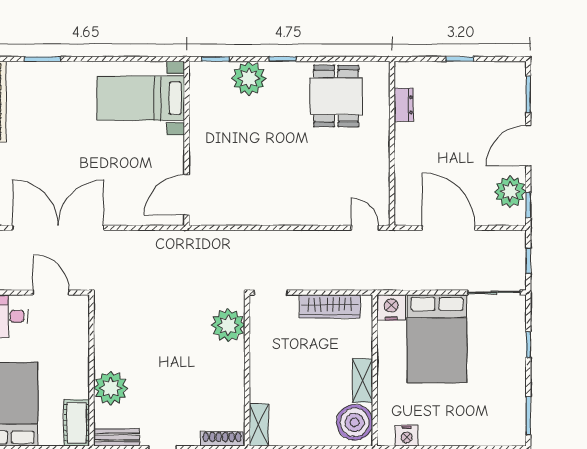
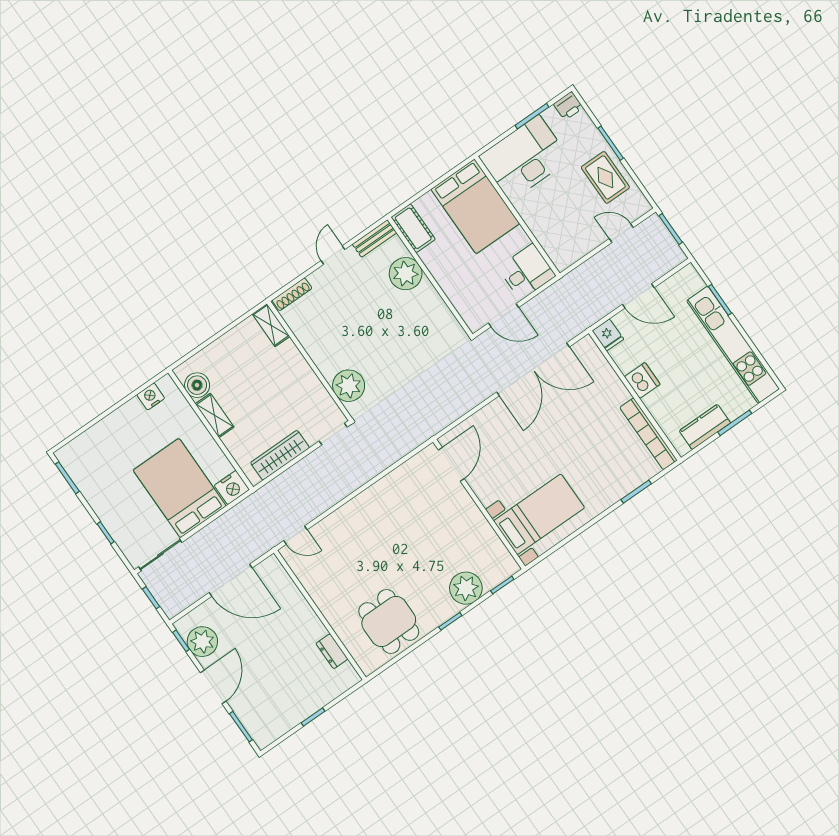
boiler: (355, 422) -> (197, 385), width x0.73, depth x0.73

